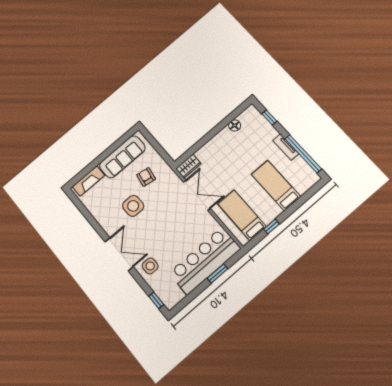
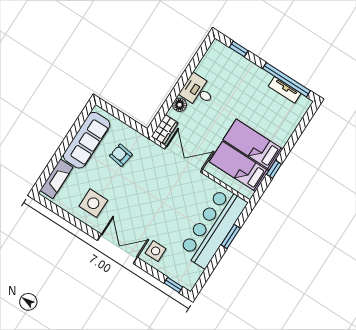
floor lamp: (235, 125) -> (180, 105), moved
desk: (225, 142) -> (198, 91), added
tv unit: (286, 147) -> (285, 90), moved
bed: (276, 185) -> (253, 144), moved
side table: (133, 206) -> (93, 203), moved

